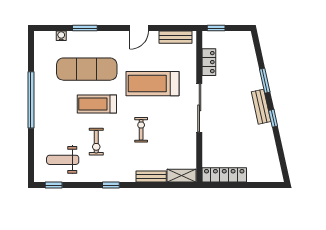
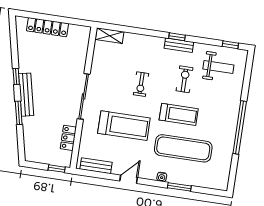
water cooler: (61, 36) -> (162, 177), moved
bench: (261, 107) -> (26, 95), width x1.36
locker: (224, 175) -> (48, 27), moved
bench: (151, 176) -> (179, 45), moved

